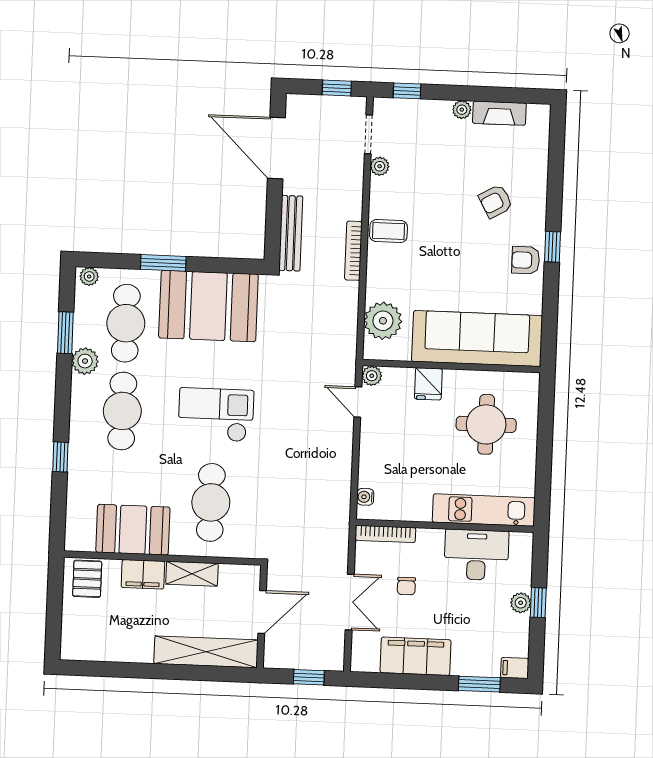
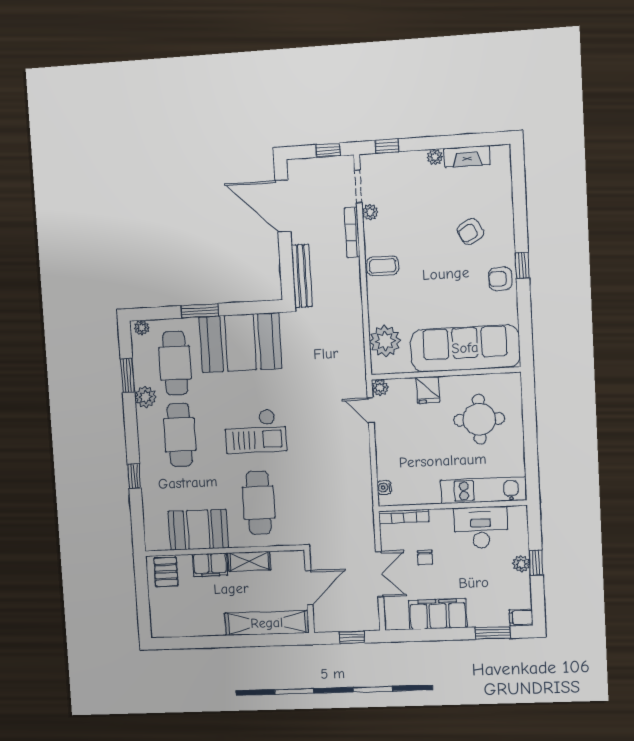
bookcase: (353, 251) -> (352, 232), moved
checkout: (216, 415) -> (255, 431), turned 180

